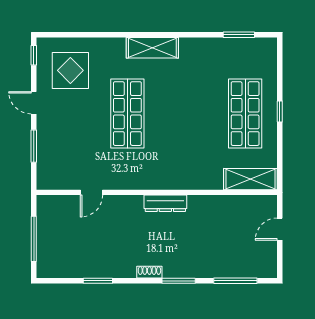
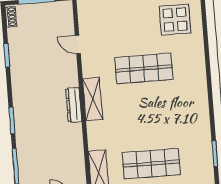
shelving: (152, 48) -> (93, 99), moved
shoe rack: (149, 272) -> (11, 17), moved

